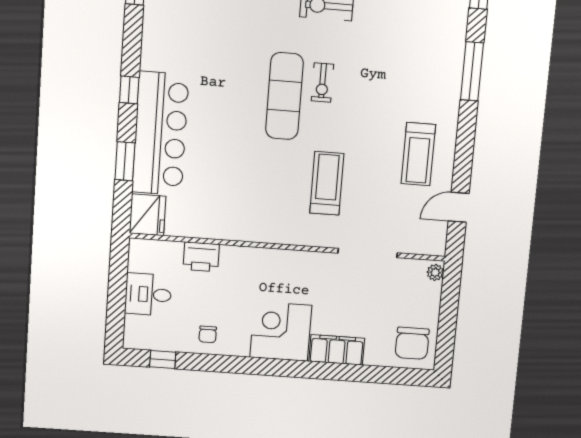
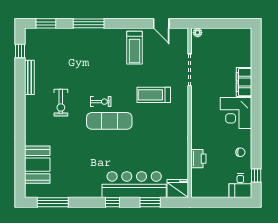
treadmill: (418, 154) -> (134, 48), turned 90
desk: (148, 294) -> (240, 186), moved
chair: (412, 343) -> (237, 41), removed

